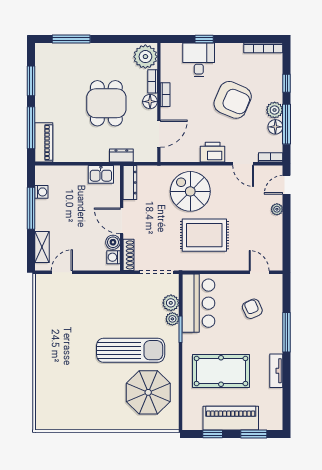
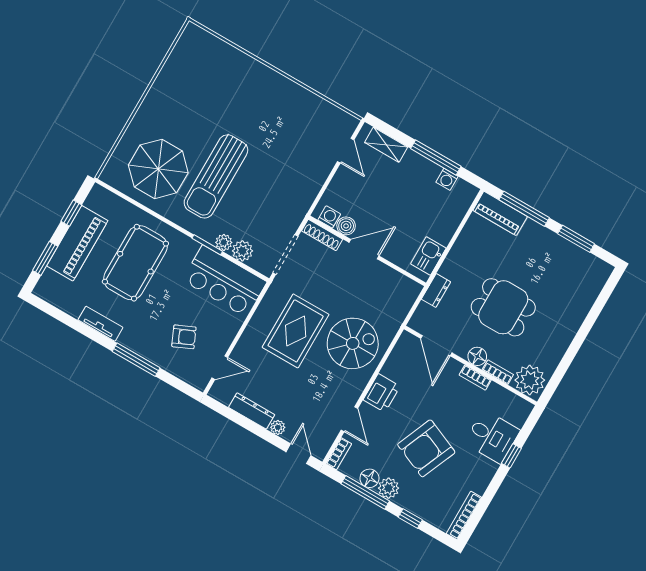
window: (71, 39) -> (596, 309), removed
door: (243, 164) -> (349, 419), swing flipped
dresser: (130, 183) -> (252, 411), moved, turned 180

